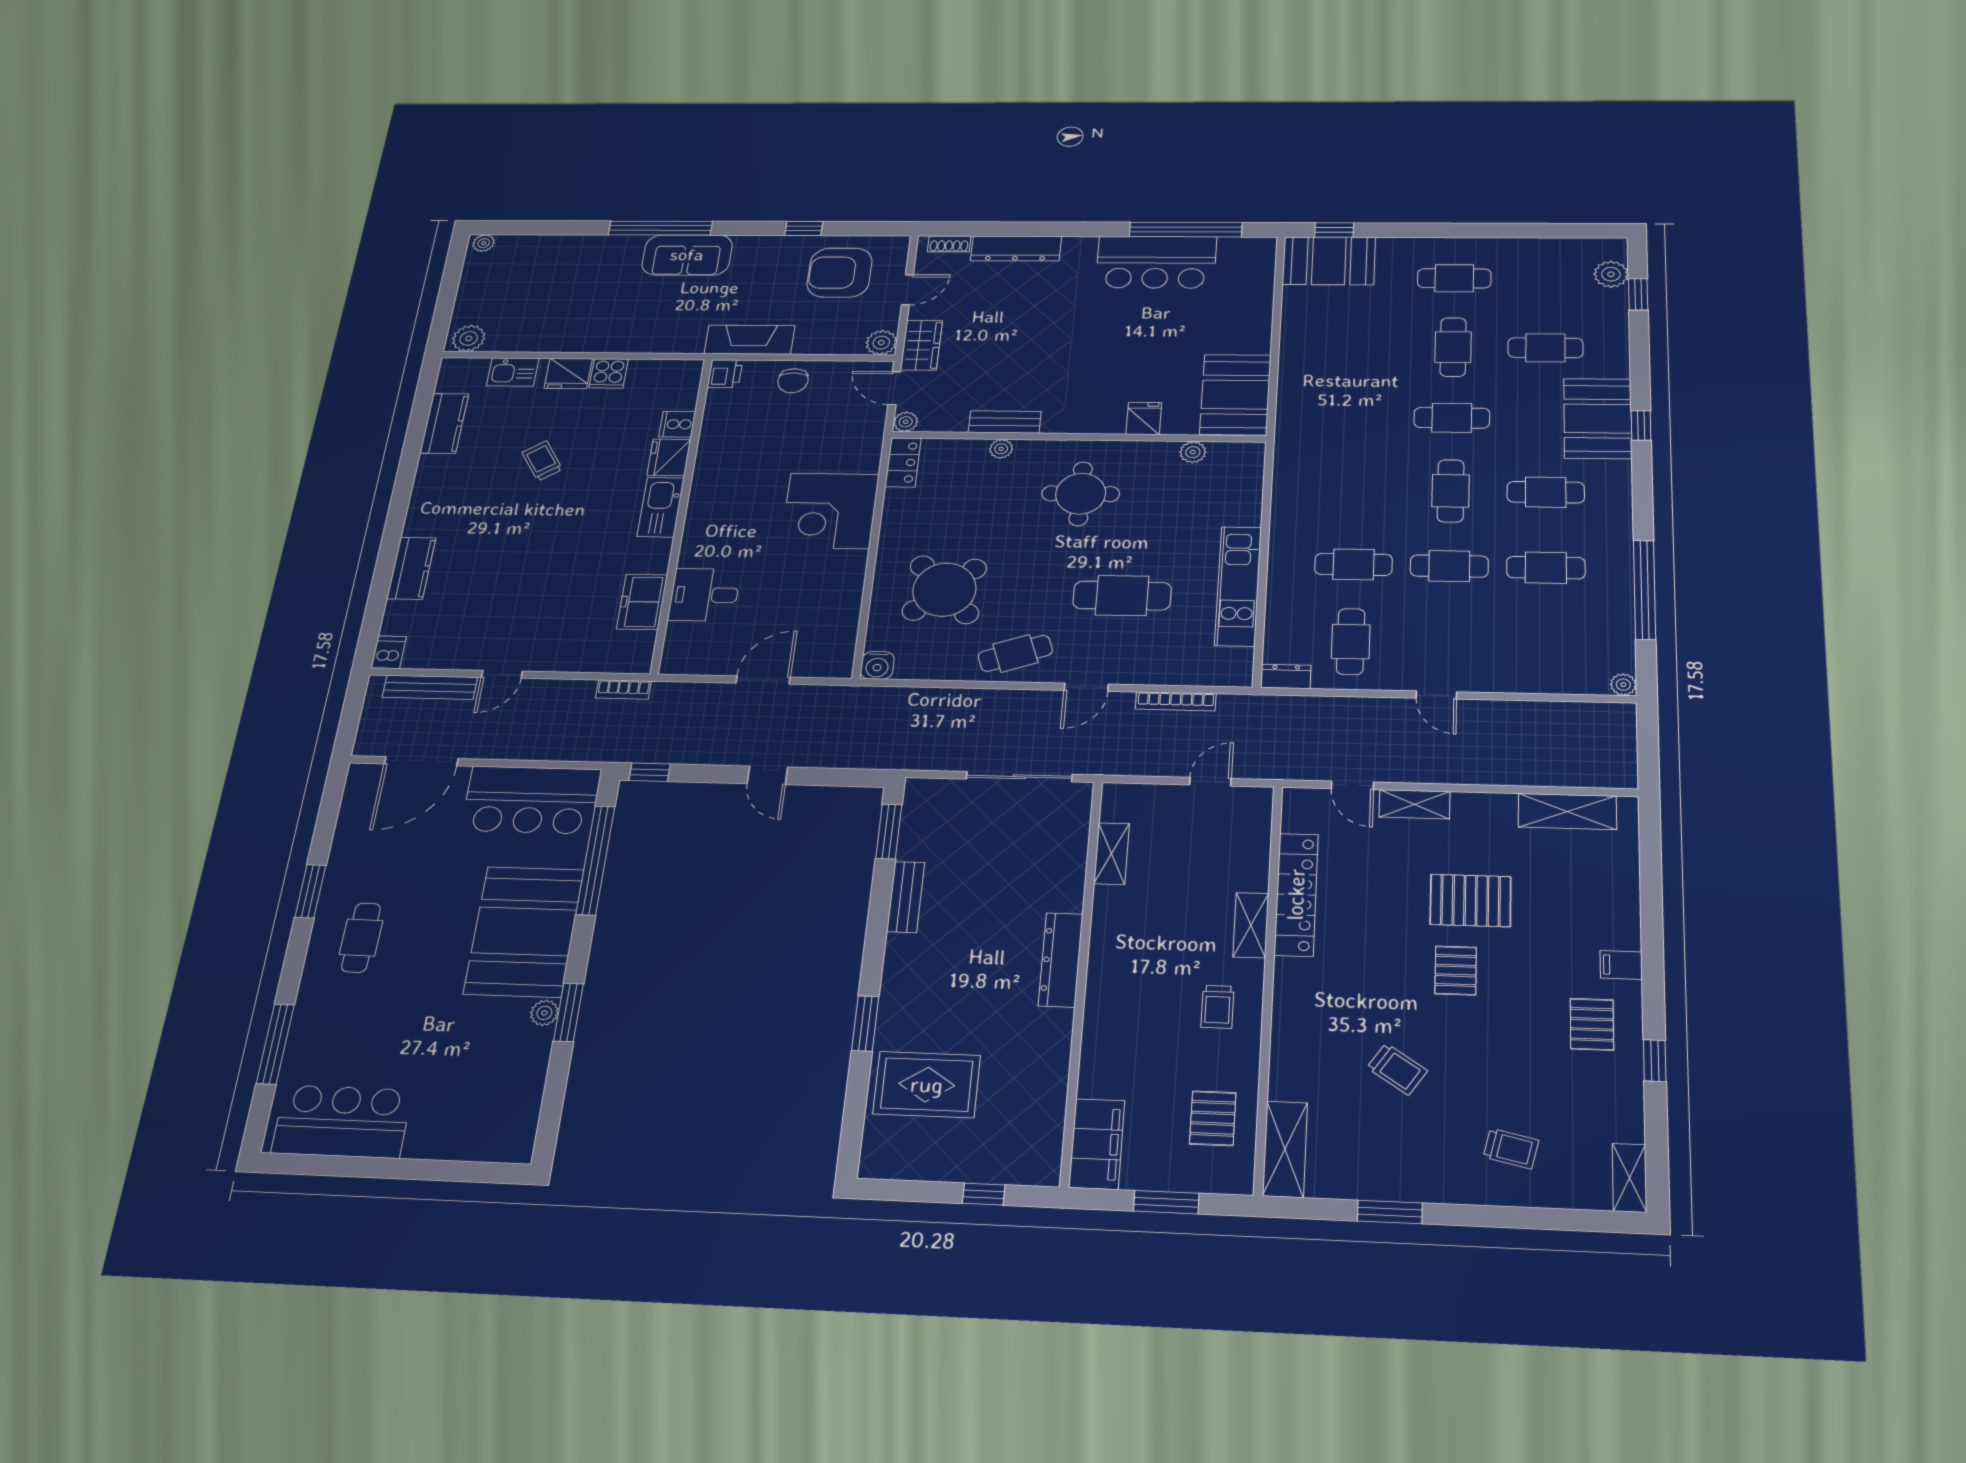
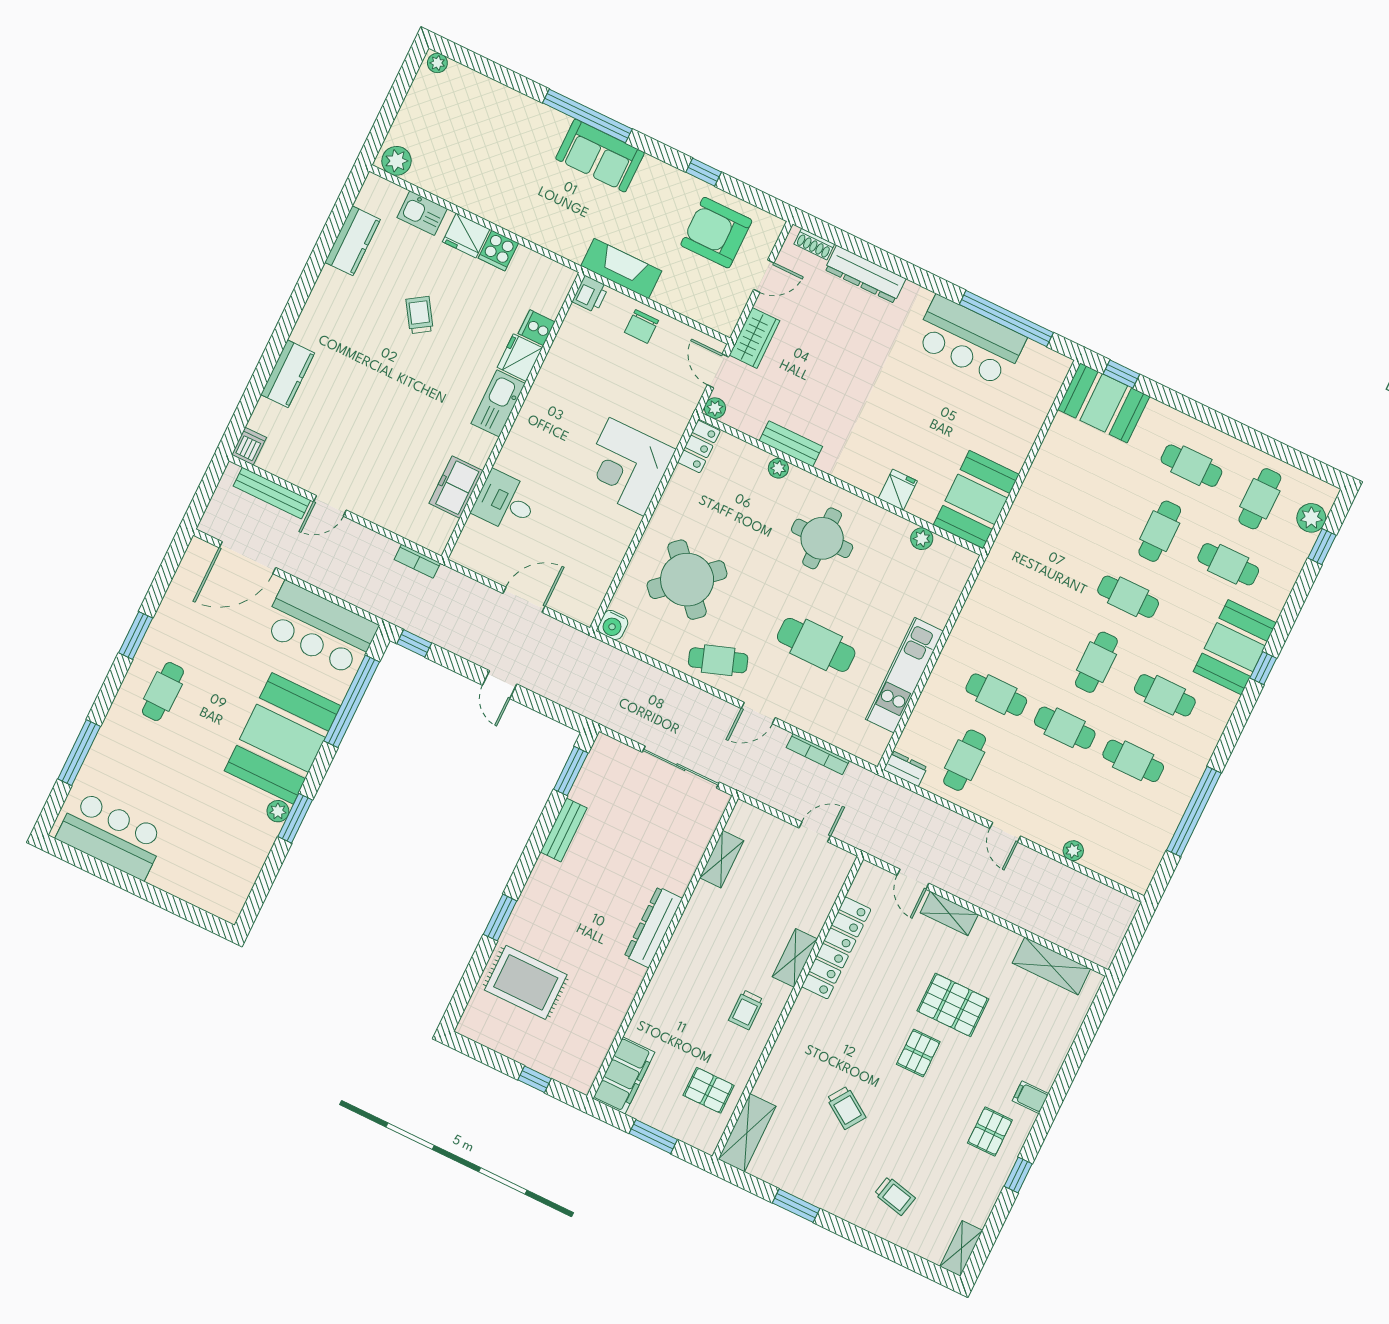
cafe table: (1545, 279) -> (1260, 499), added
plant: (881, 343) -> (724, 320), removed
plant: (1623, 685) -> (1073, 851), moved
pallet: (1213, 1118) -> (709, 1090), turned 90

